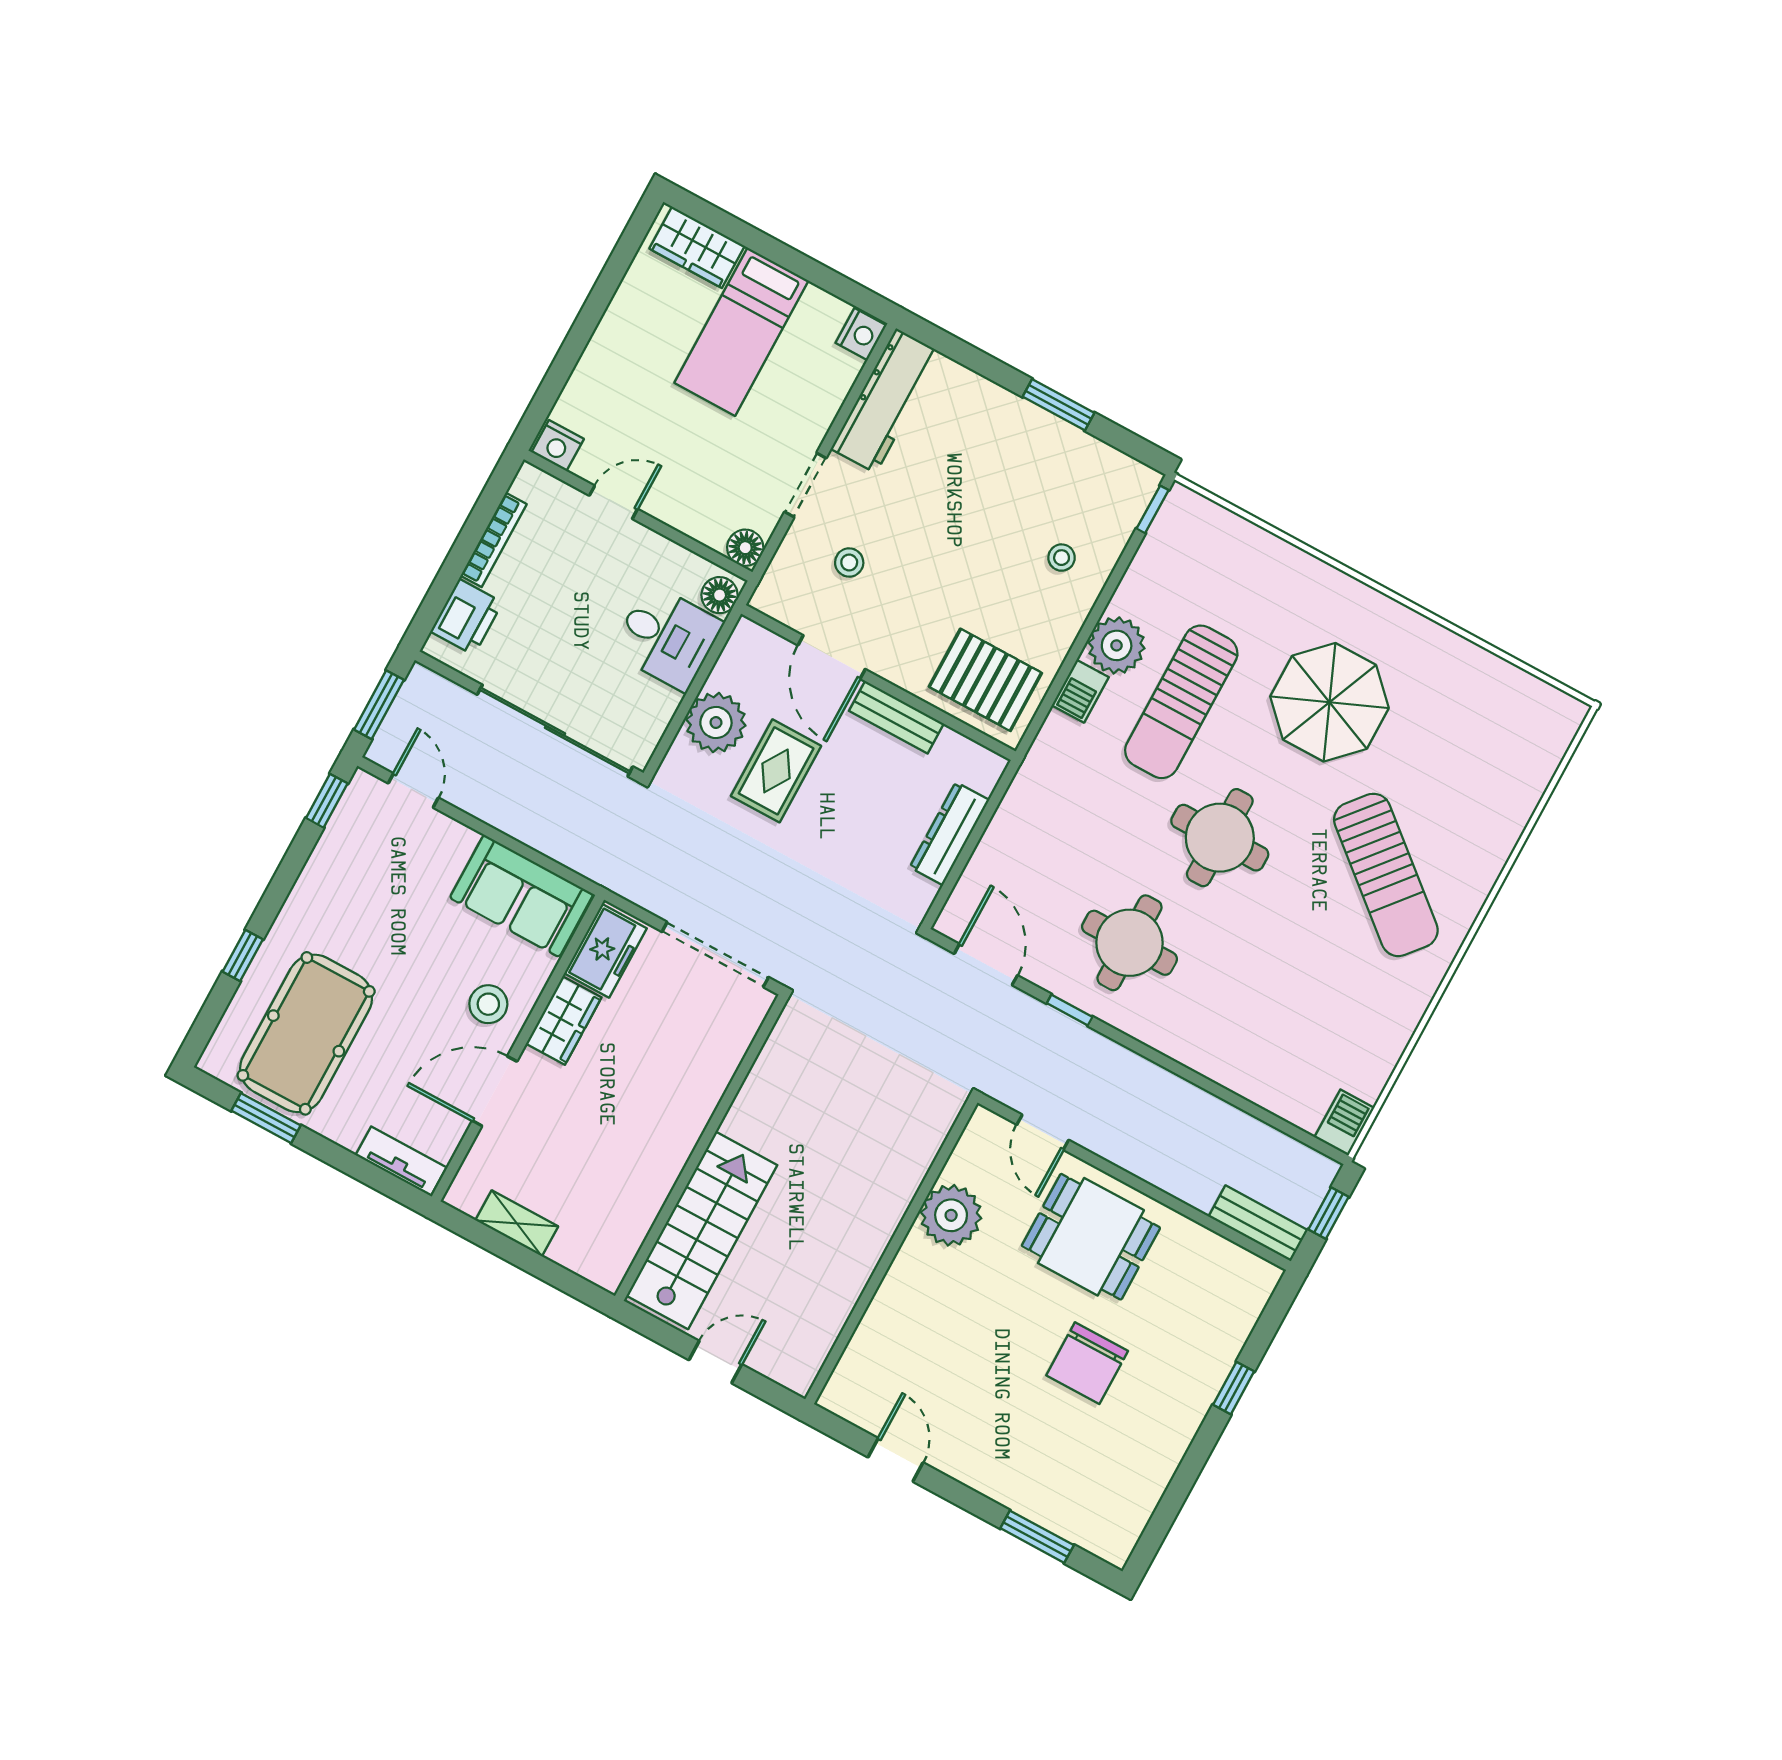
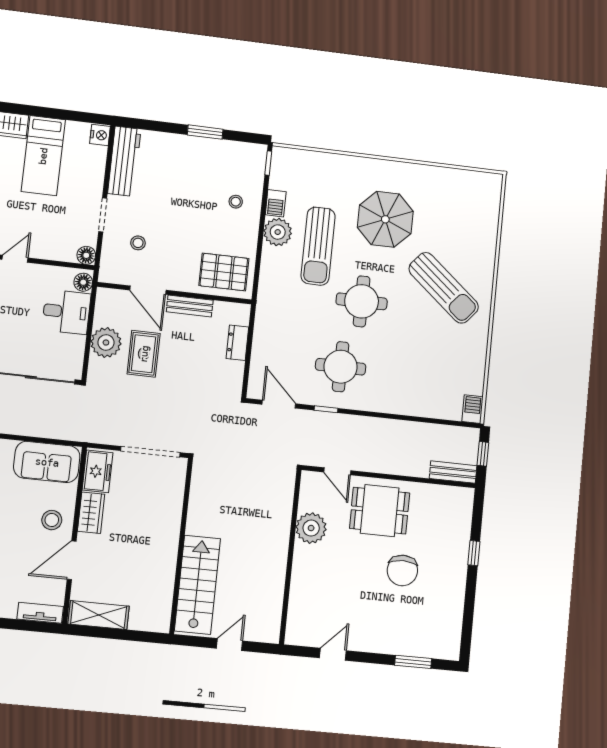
barbecue: (1080, 691) -> (276, 203), moved
dresser: (949, 834) -> (237, 343), width x0.70
shelving: (517, 1223) -> (99, 615), width x1.50, depth x1.33
door: (896, 1460) -> (333, 654), hinge flipped

